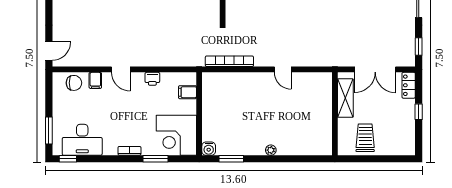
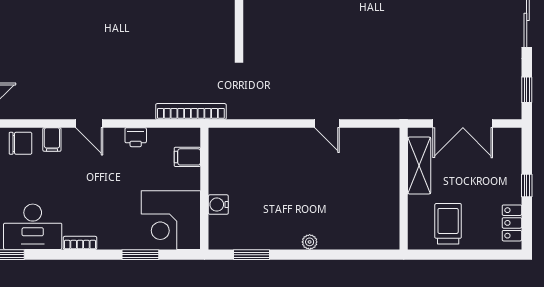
bookcase: (229, 61) -> (191, 111), moved
locker: (409, 85) -> (512, 223), moved
water cooler: (209, 149) -> (218, 205), moved, turned 90
bookcase: (129, 151) -> (80, 243), moved

